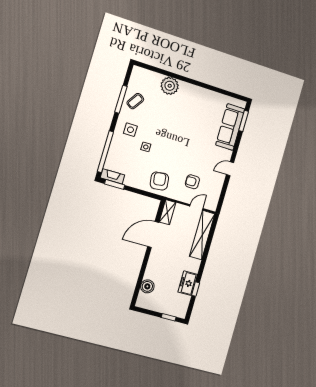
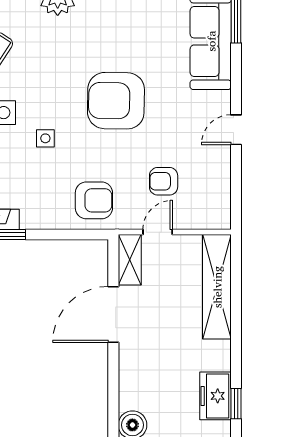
armchair: (182, 140) -> (116, 101), added
armchair: (159, 181) -> (94, 200), turned 97
door: (196, 207) -> (158, 232), moved

